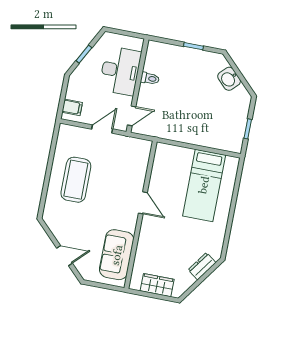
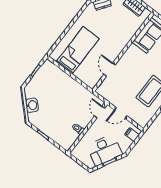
desk: (120, 71) -> (105, 150), moved, turned -152
door: (132, 116) -> (100, 112), hinge flipped
door: (143, 203) -> (110, 70), moved

